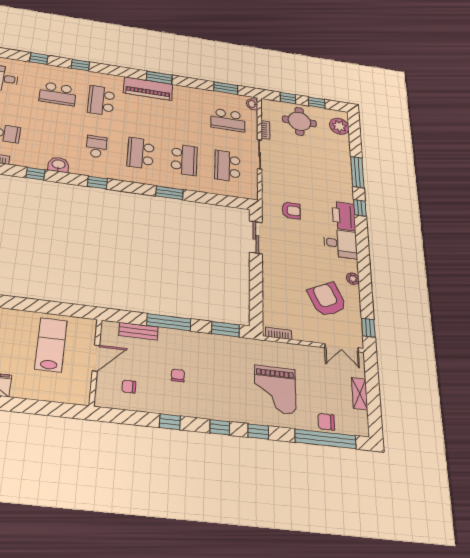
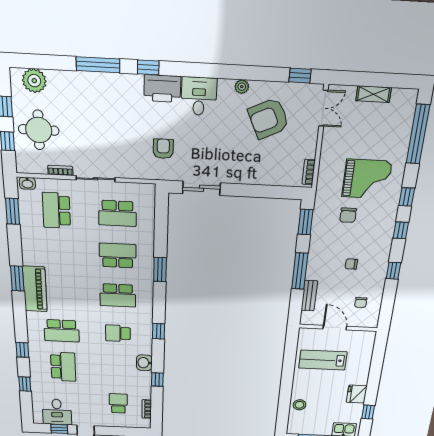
school desk: (228, 120) -> (56, 210), turned 180
chair: (326, 422) -> (348, 215), moved

